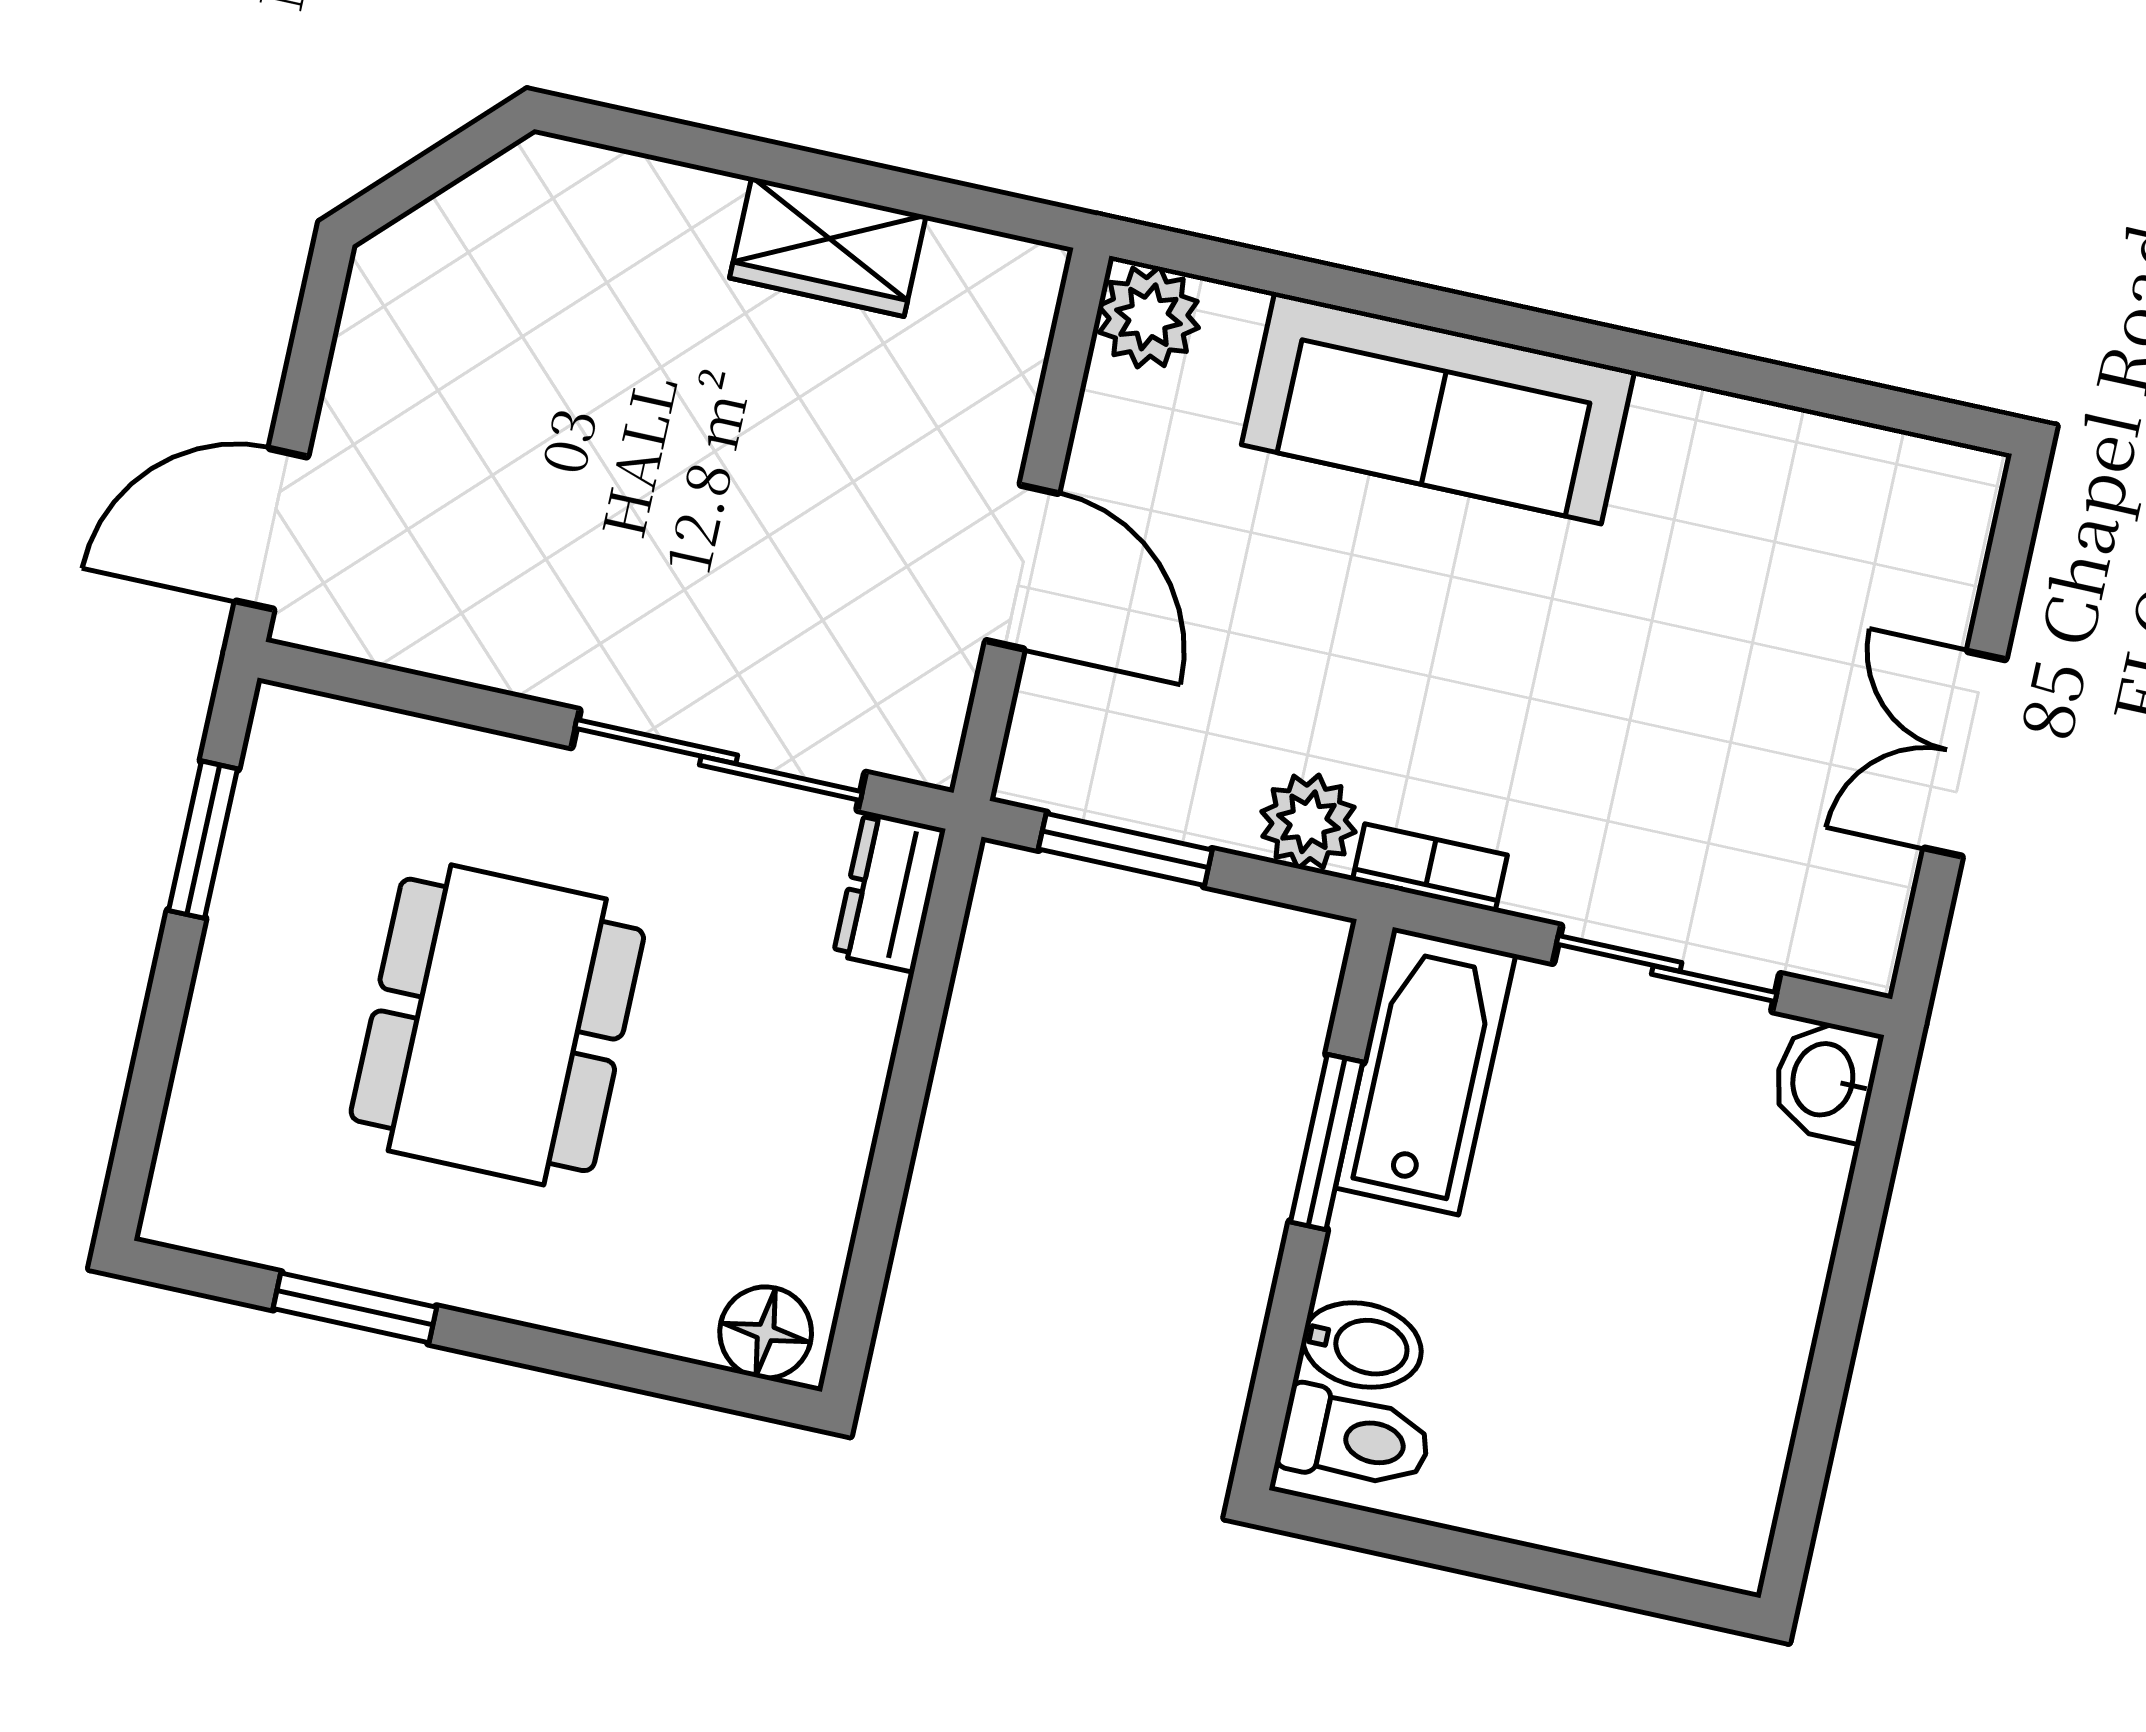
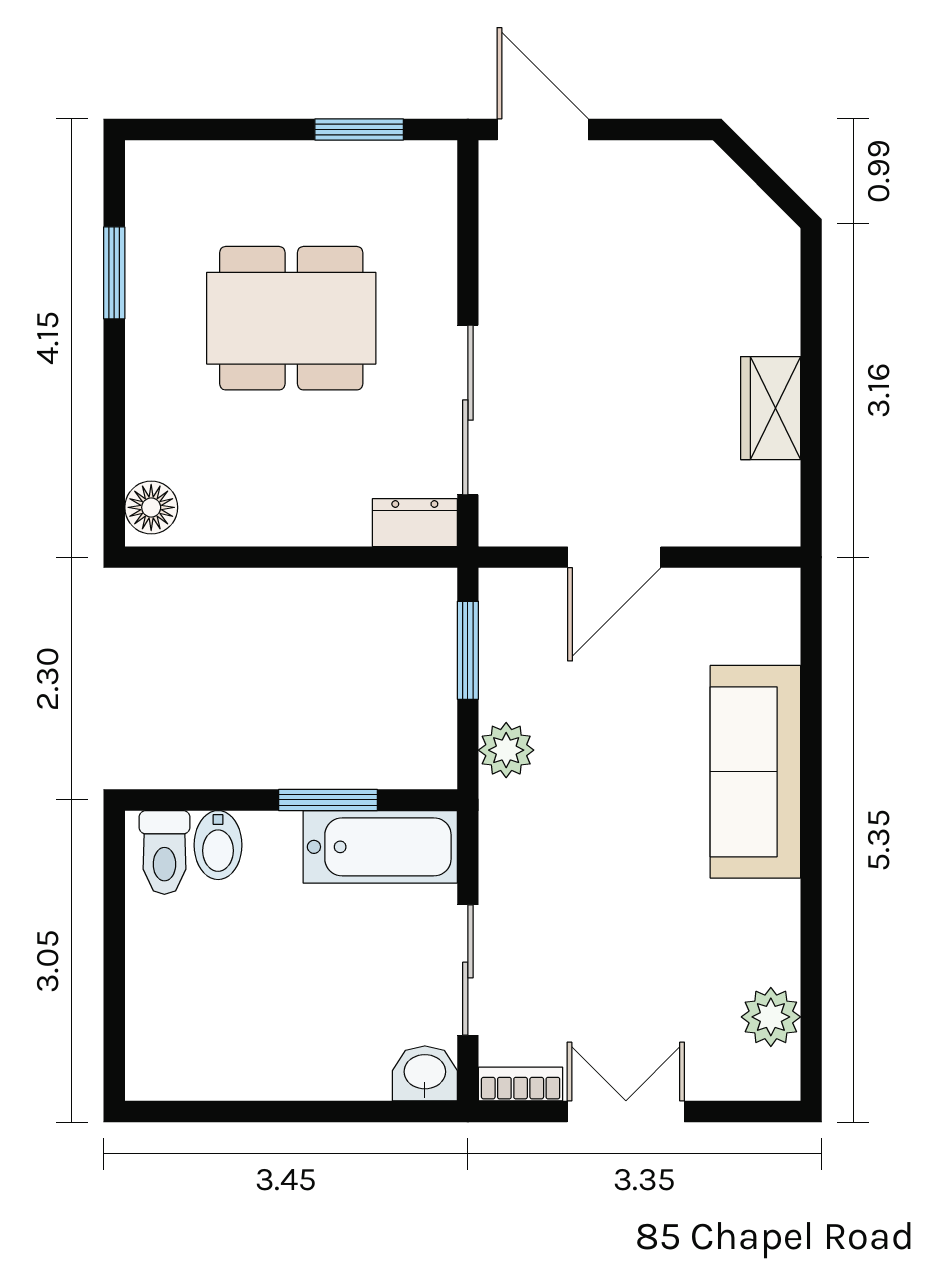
plant: (1148, 317) -> (771, 1017), moved
bookcase: (1430, 868) -> (521, 1084), moved, turned -90

